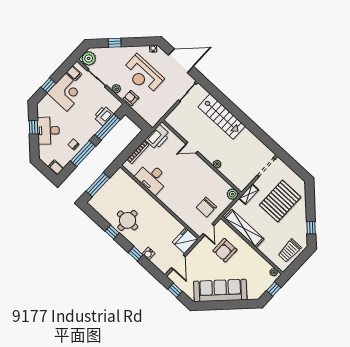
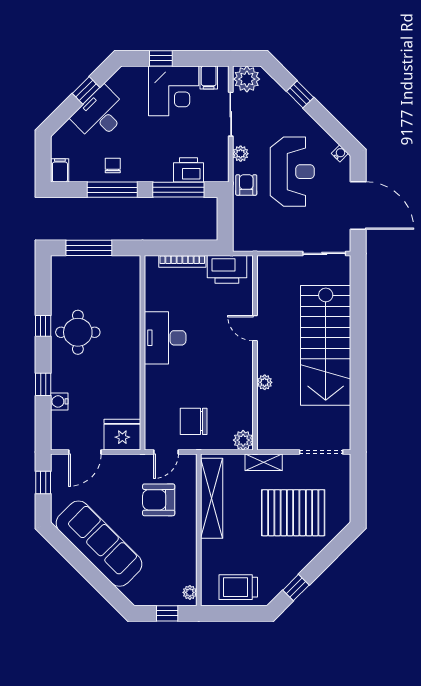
reception desk: (143, 75) -> (292, 172), turned 180
stairs: (222, 116) -> (326, 345), width x1.36, depth x1.51
desk: (152, 178) -> (165, 338), moved

